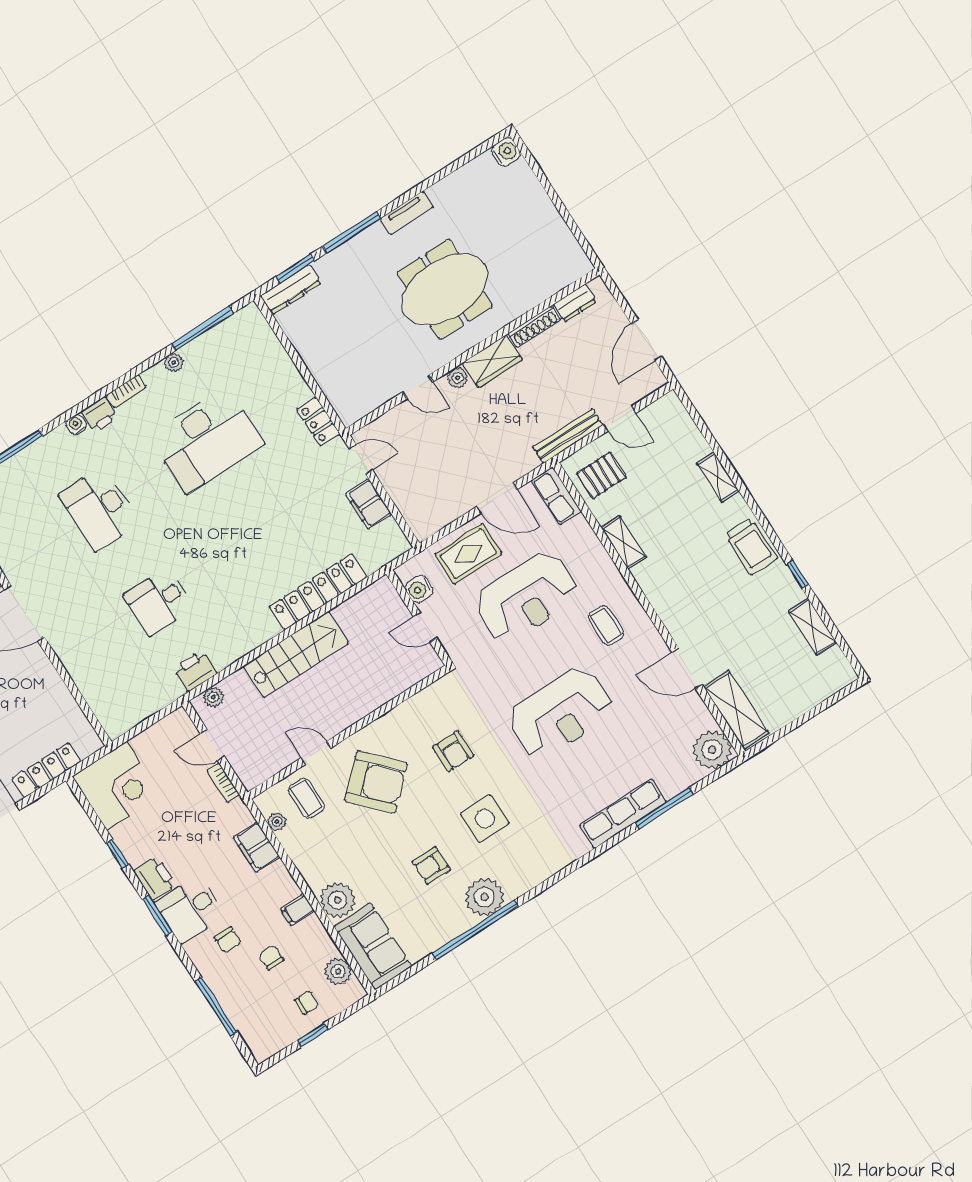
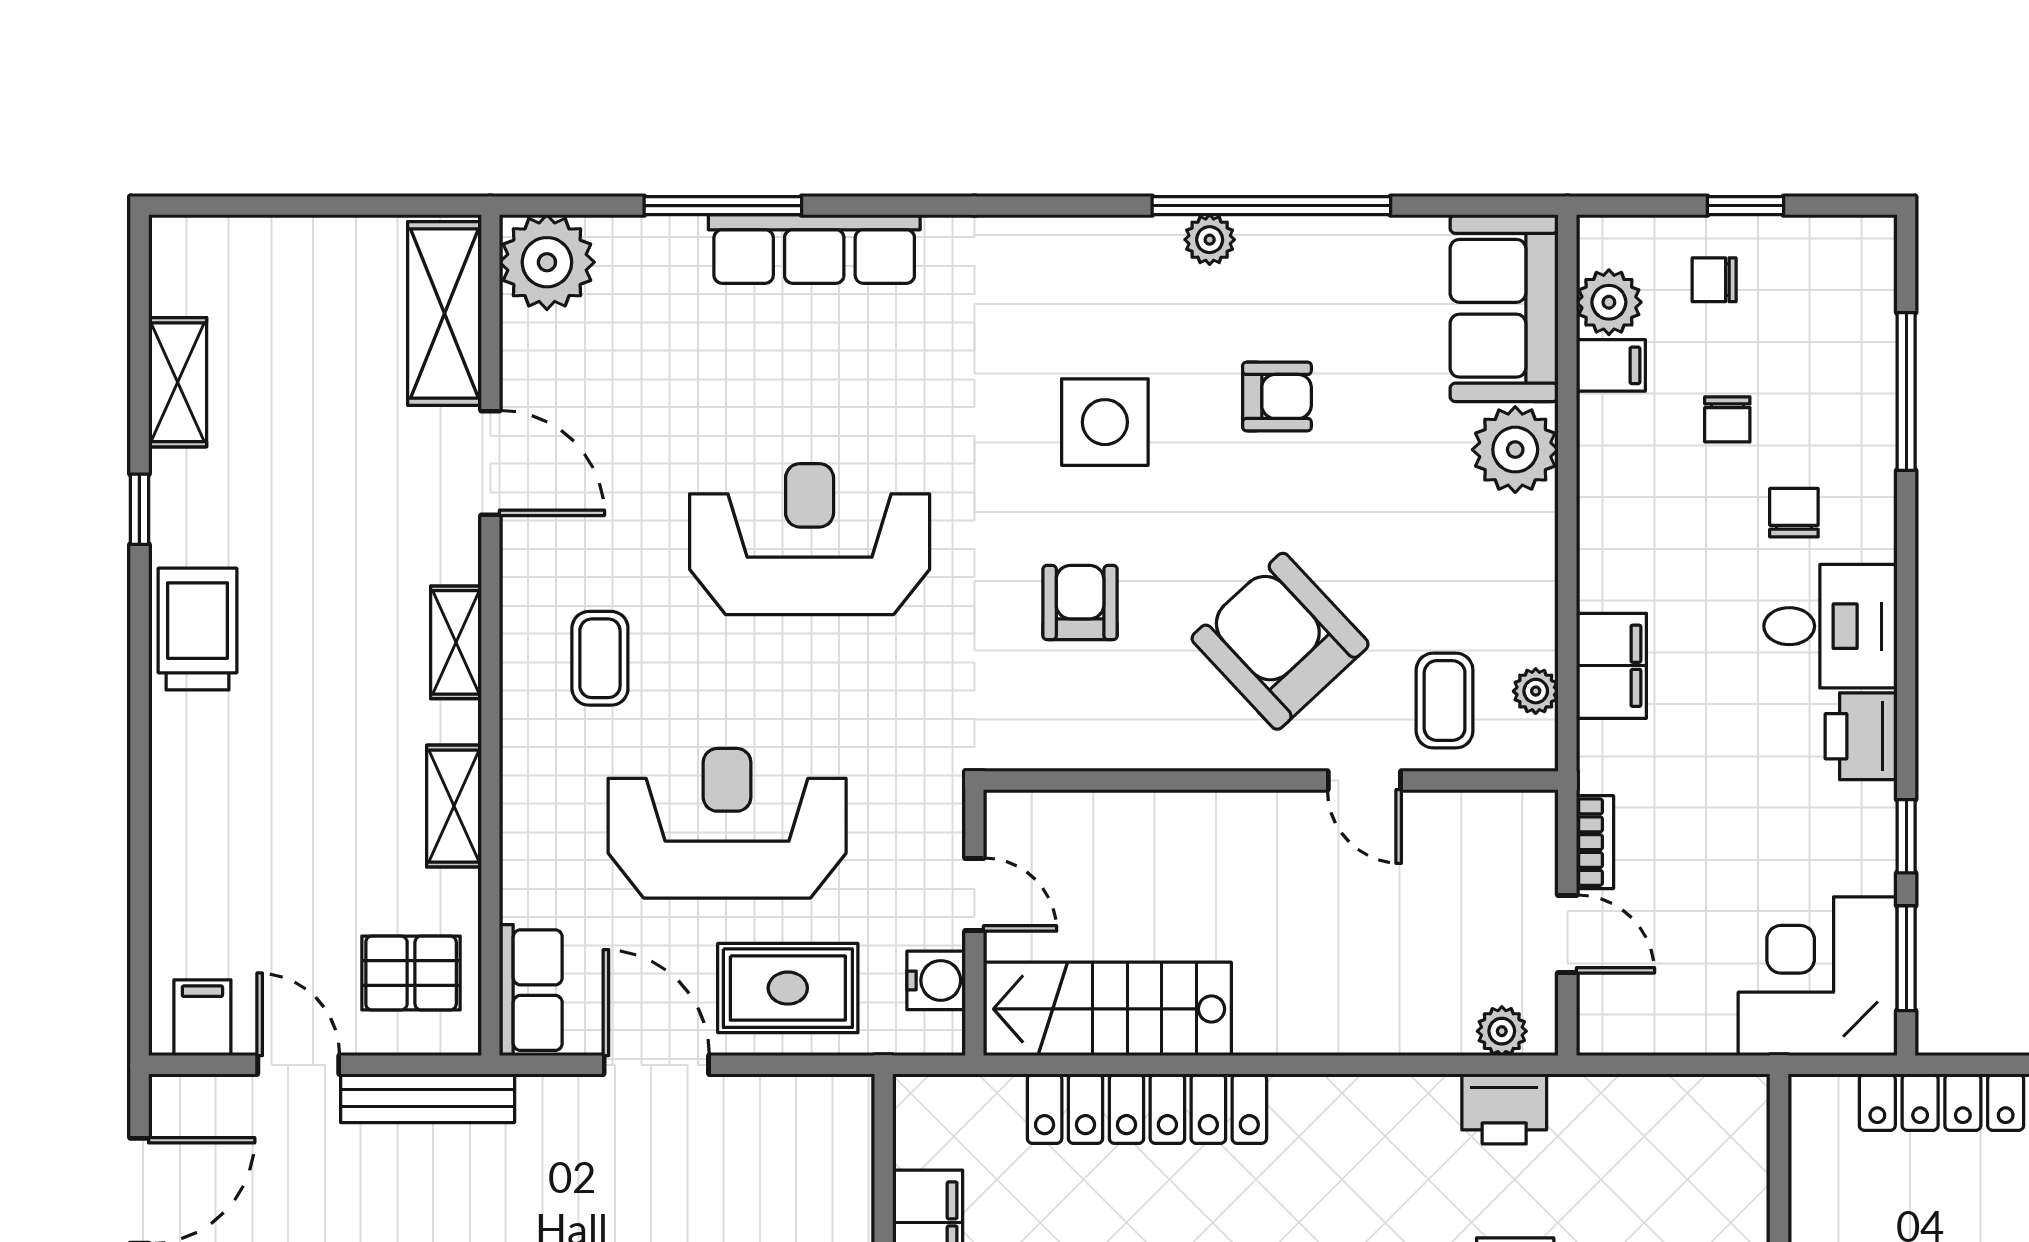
filing cabinet: (663, 414) -> (202, 1018), added
shelving: (718, 477) -> (456, 642), moved
stairs: (296, 655) -> (1107, 1009), moved
plant: (484, 897) -> (1210, 240), width x0.53, depth x0.53
filing cabinet: (297, 910) -> (1611, 365), moved
window: (157, 915) -> (1906, 958), moved

